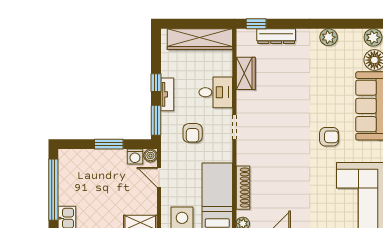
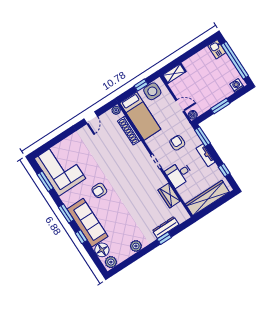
window: (256, 24) -> (164, 238), moved
window: (156, 83) -> (224, 170), moved
washing machine: (135, 157) -> (237, 85), moved

